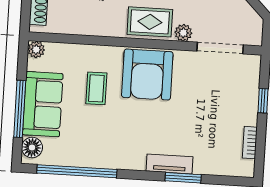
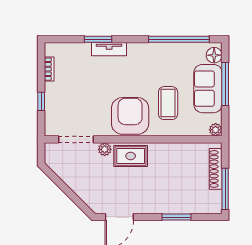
coffee table: (96, 88) -> (168, 103), width x1.36, depth x1.30

